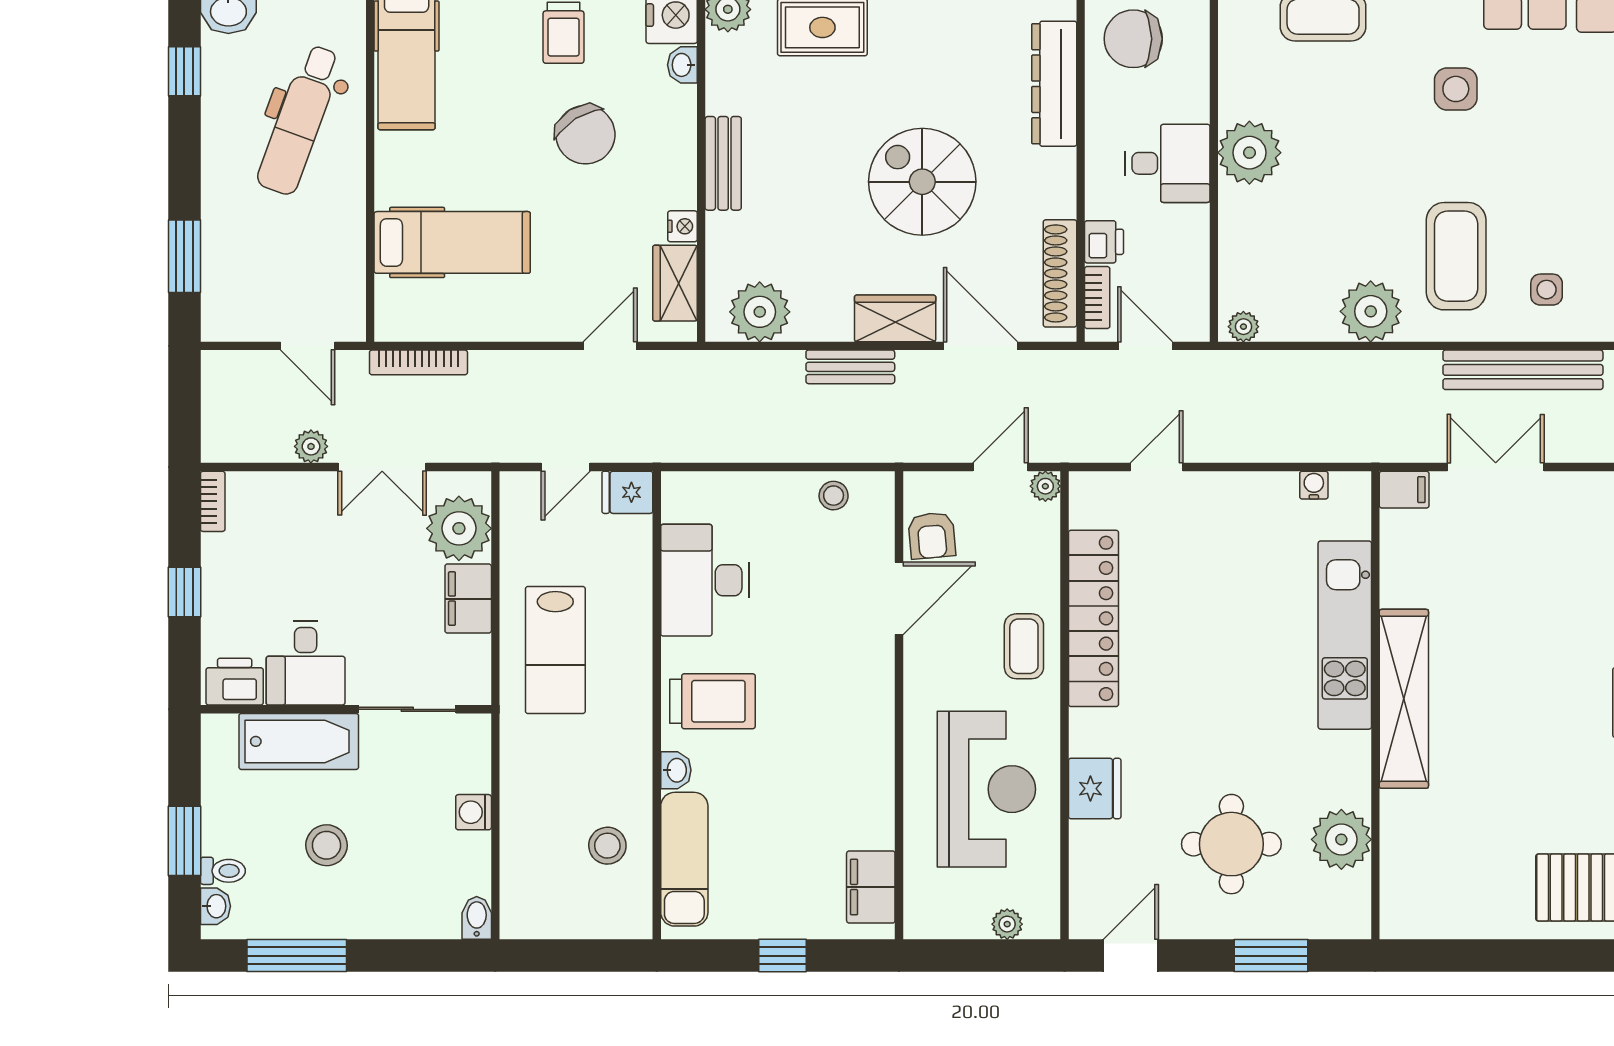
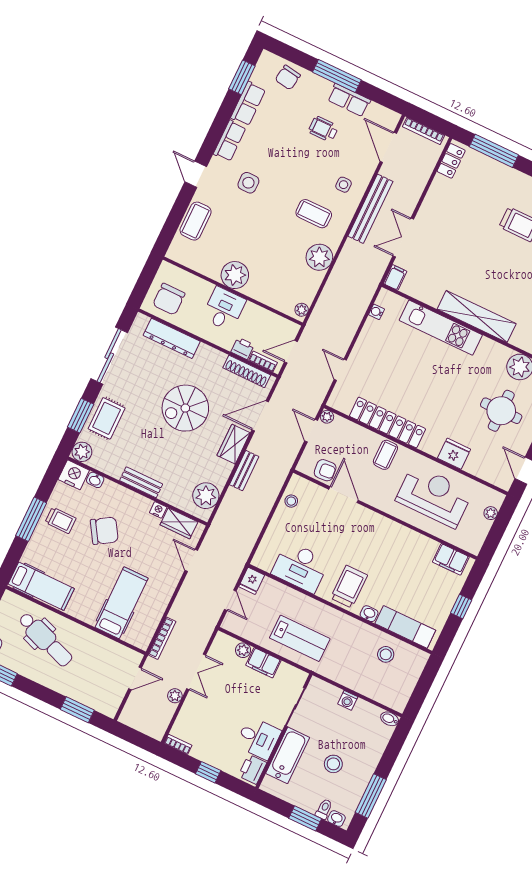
coffee table: (1456, 256) -> (314, 214), width x0.73, depth x0.76
plant: (459, 528) -> (243, 650), width x0.53, depth x0.53
coffee table: (1024, 646) -> (385, 455), turned 90

